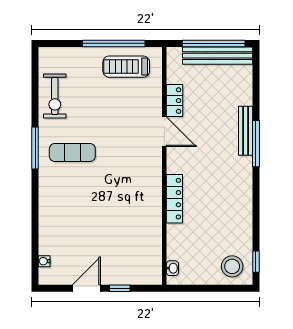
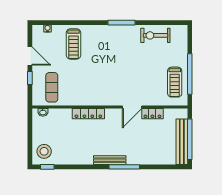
treadmill: (126, 67) -> (175, 82), turned 180
bench: (246, 131) -> (110, 160), moved
exercise mat: (72, 152) -> (52, 87), moved
treadmill: (68, 221) -> (74, 44), added

